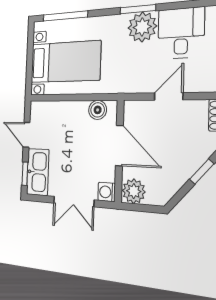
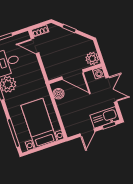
door: (169, 96) -> (35, 46), moved
door: (119, 146) -> (72, 75), swing flipped

